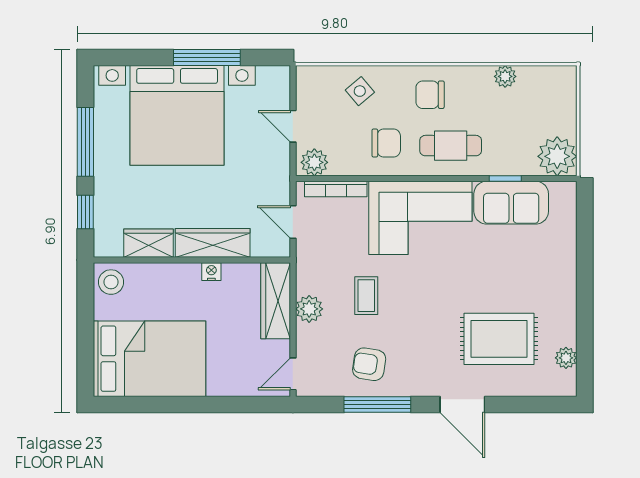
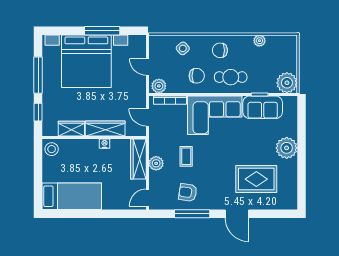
plant: (566, 358) -> (287, 148), moved, width x1.88, depth x1.88
bed: (149, 359) -> (72, 196), width x0.67

